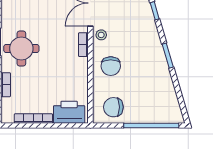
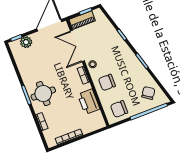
chair: (111, 66) -> (107, 82), turned 90
chair: (160, 101) -> (148, 93), added
printer: (69, 112) -> (89, 102), moved, turned -90

